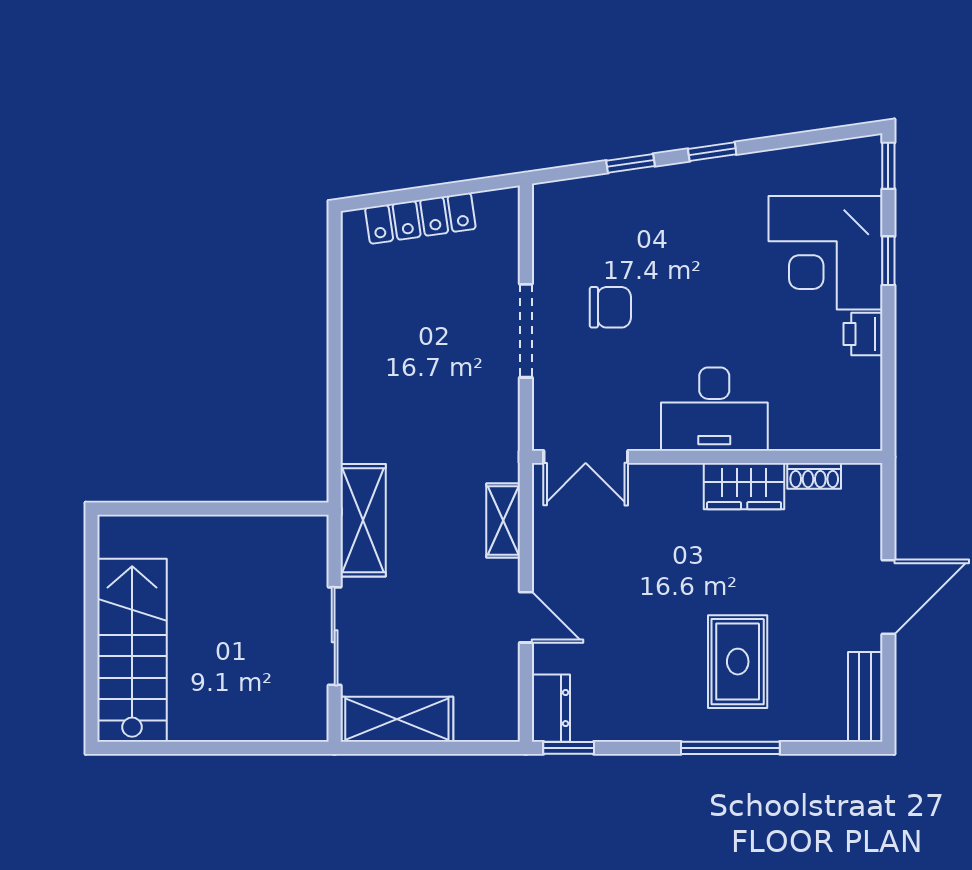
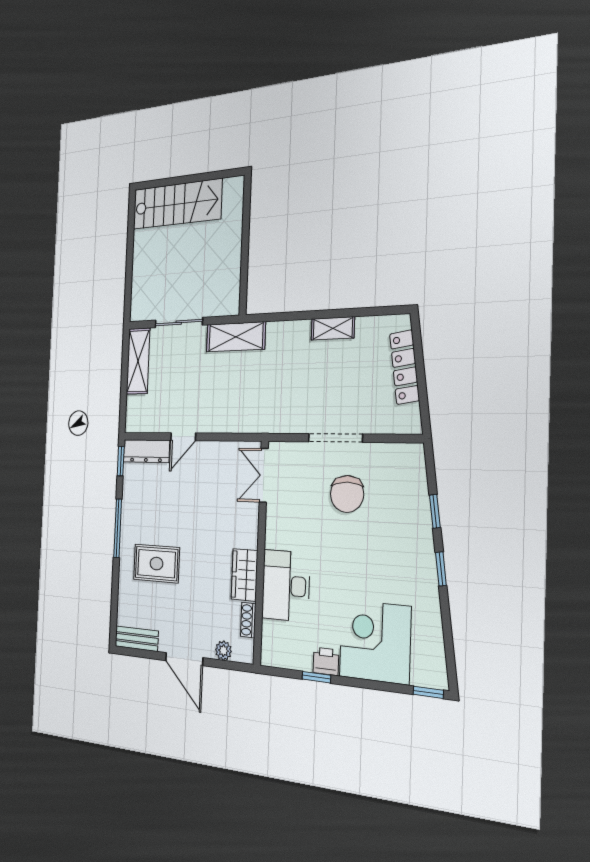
window: (888, 261) -> (316, 677), moved
chair: (610, 307) -> (347, 494), width x1.37, depth x1.37
desk: (714, 409) -> (286, 586), moved
shelving: (503, 521) -> (333, 328), moved
plant: (867, 521) -> (223, 651), added
dresser: (551, 708) -> (146, 451), width x1.44
window: (730, 748) -> (118, 528), moved

